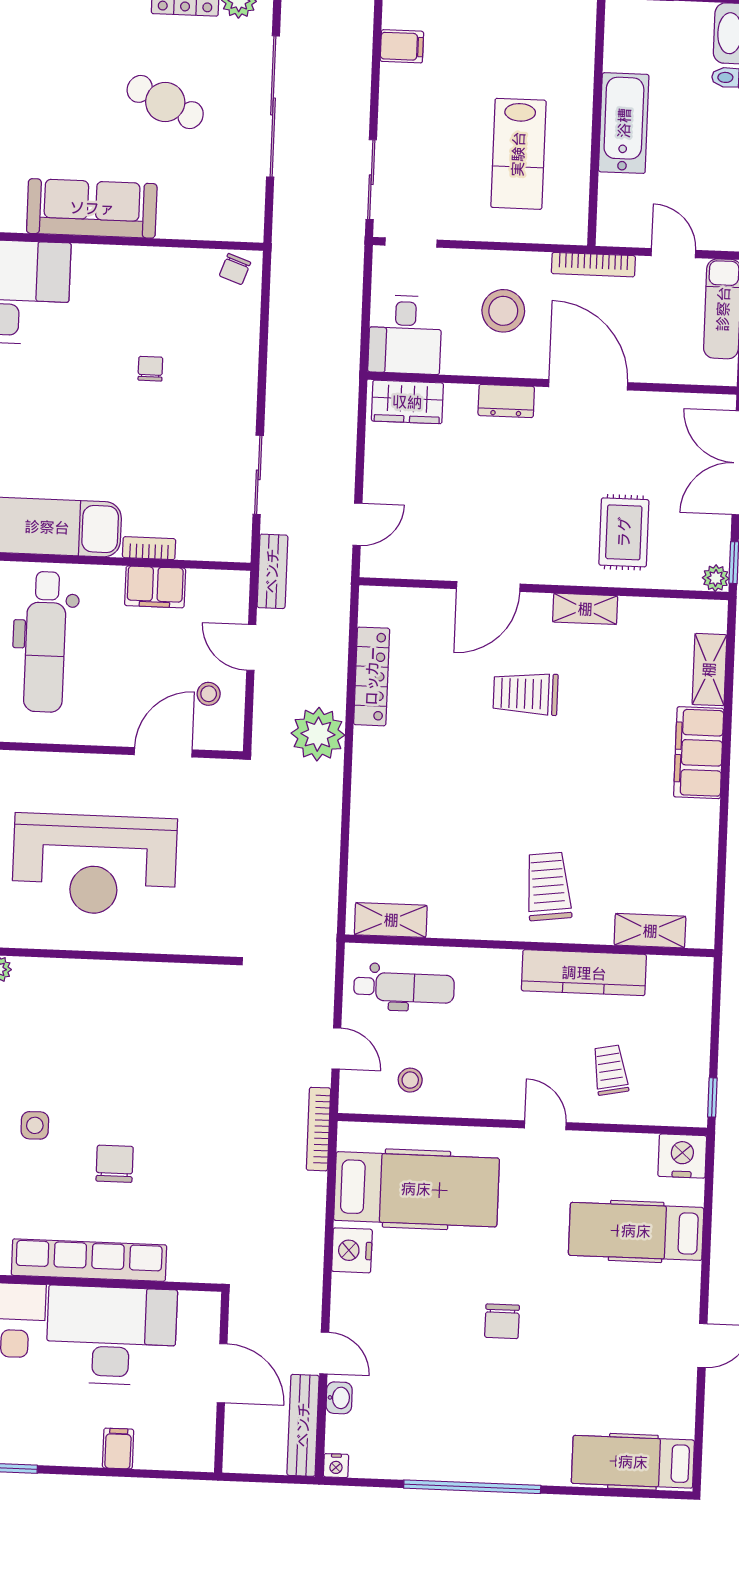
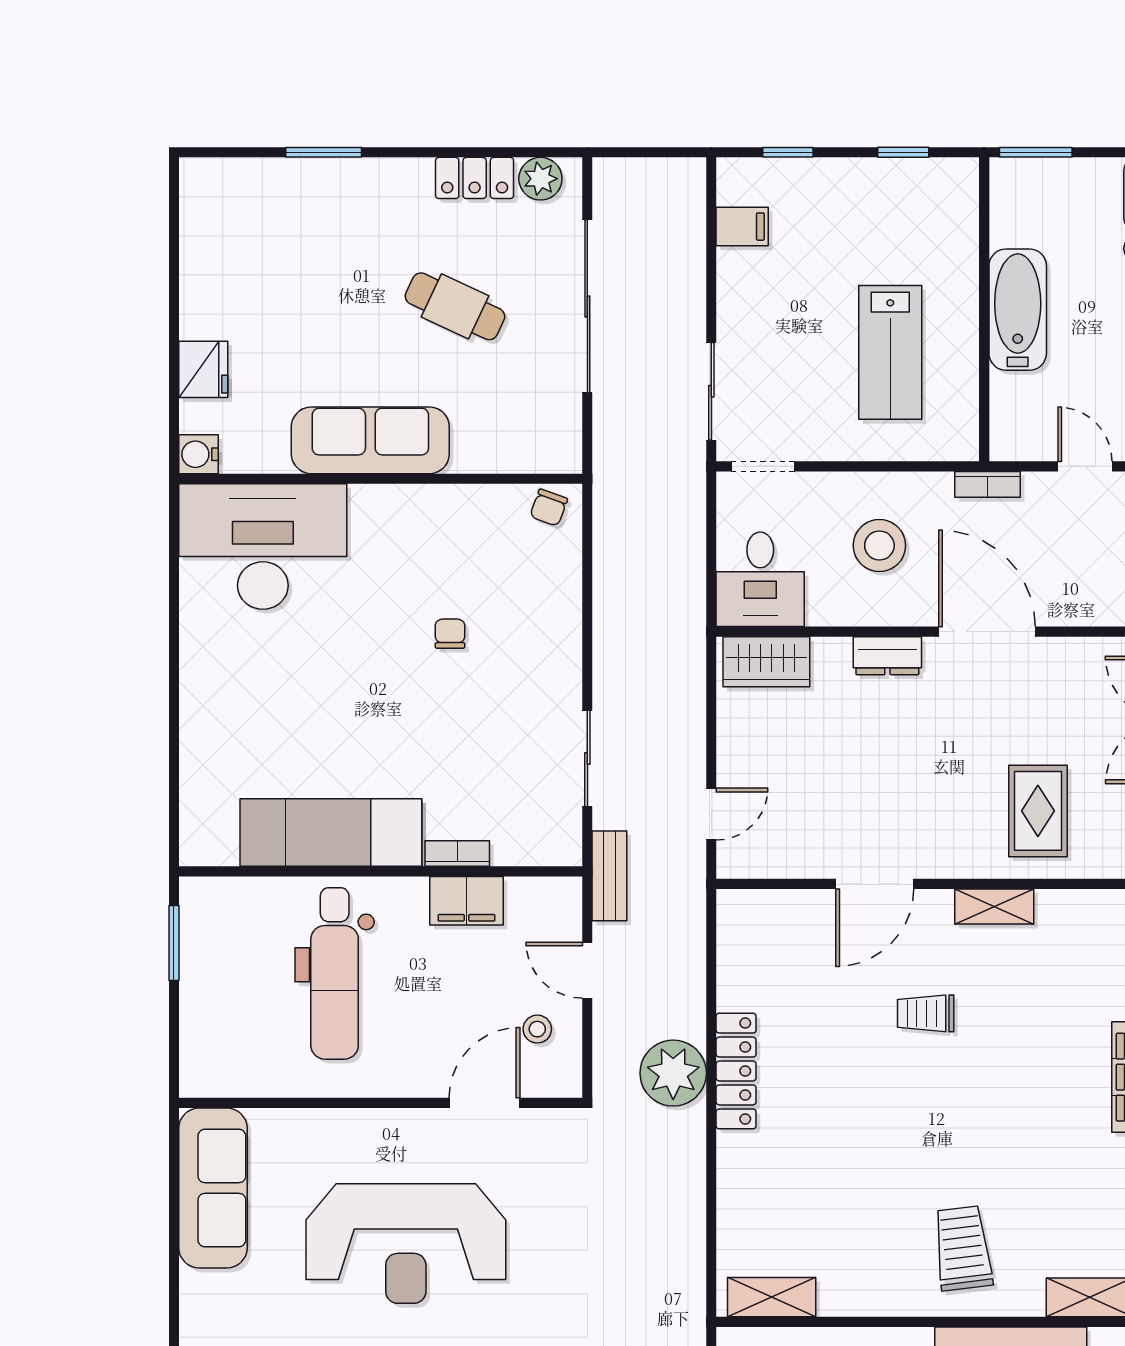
bookcase: (593, 265) -> (988, 484), width x0.64
locker: (372, 676) -> (736, 1071), moved
trolley: (526, 694) -> (926, 1013), width x0.73, depth x0.72

